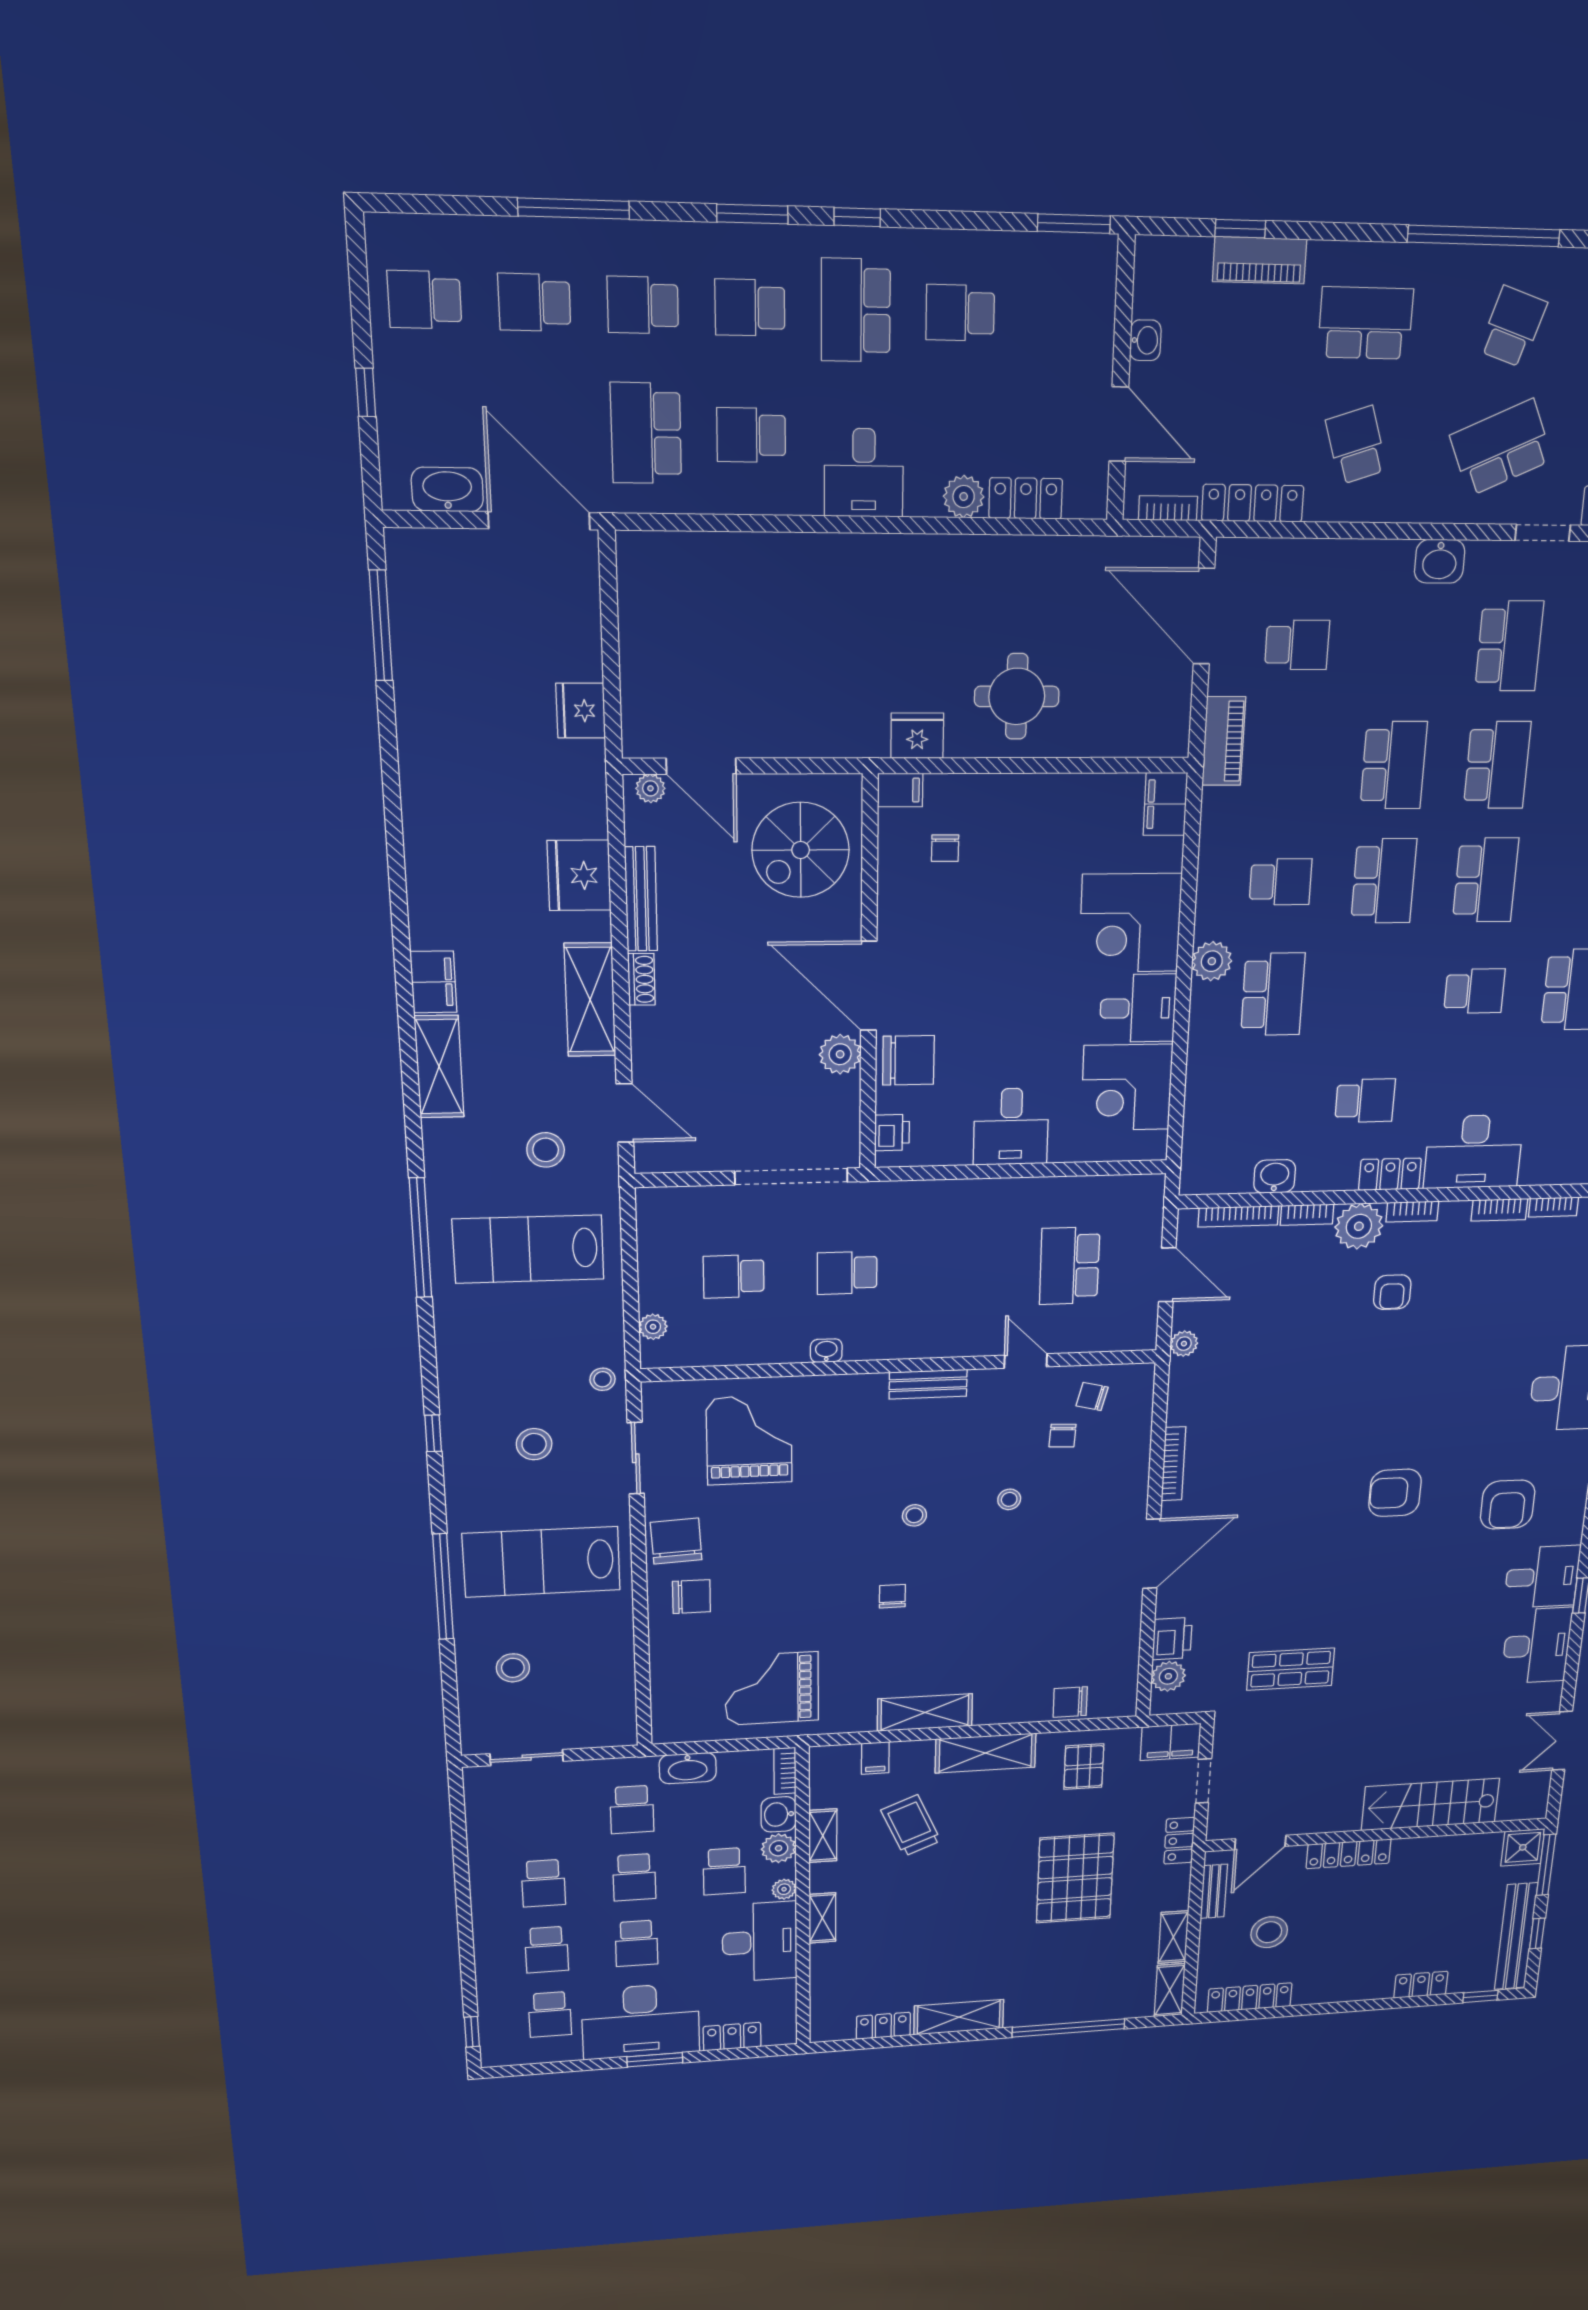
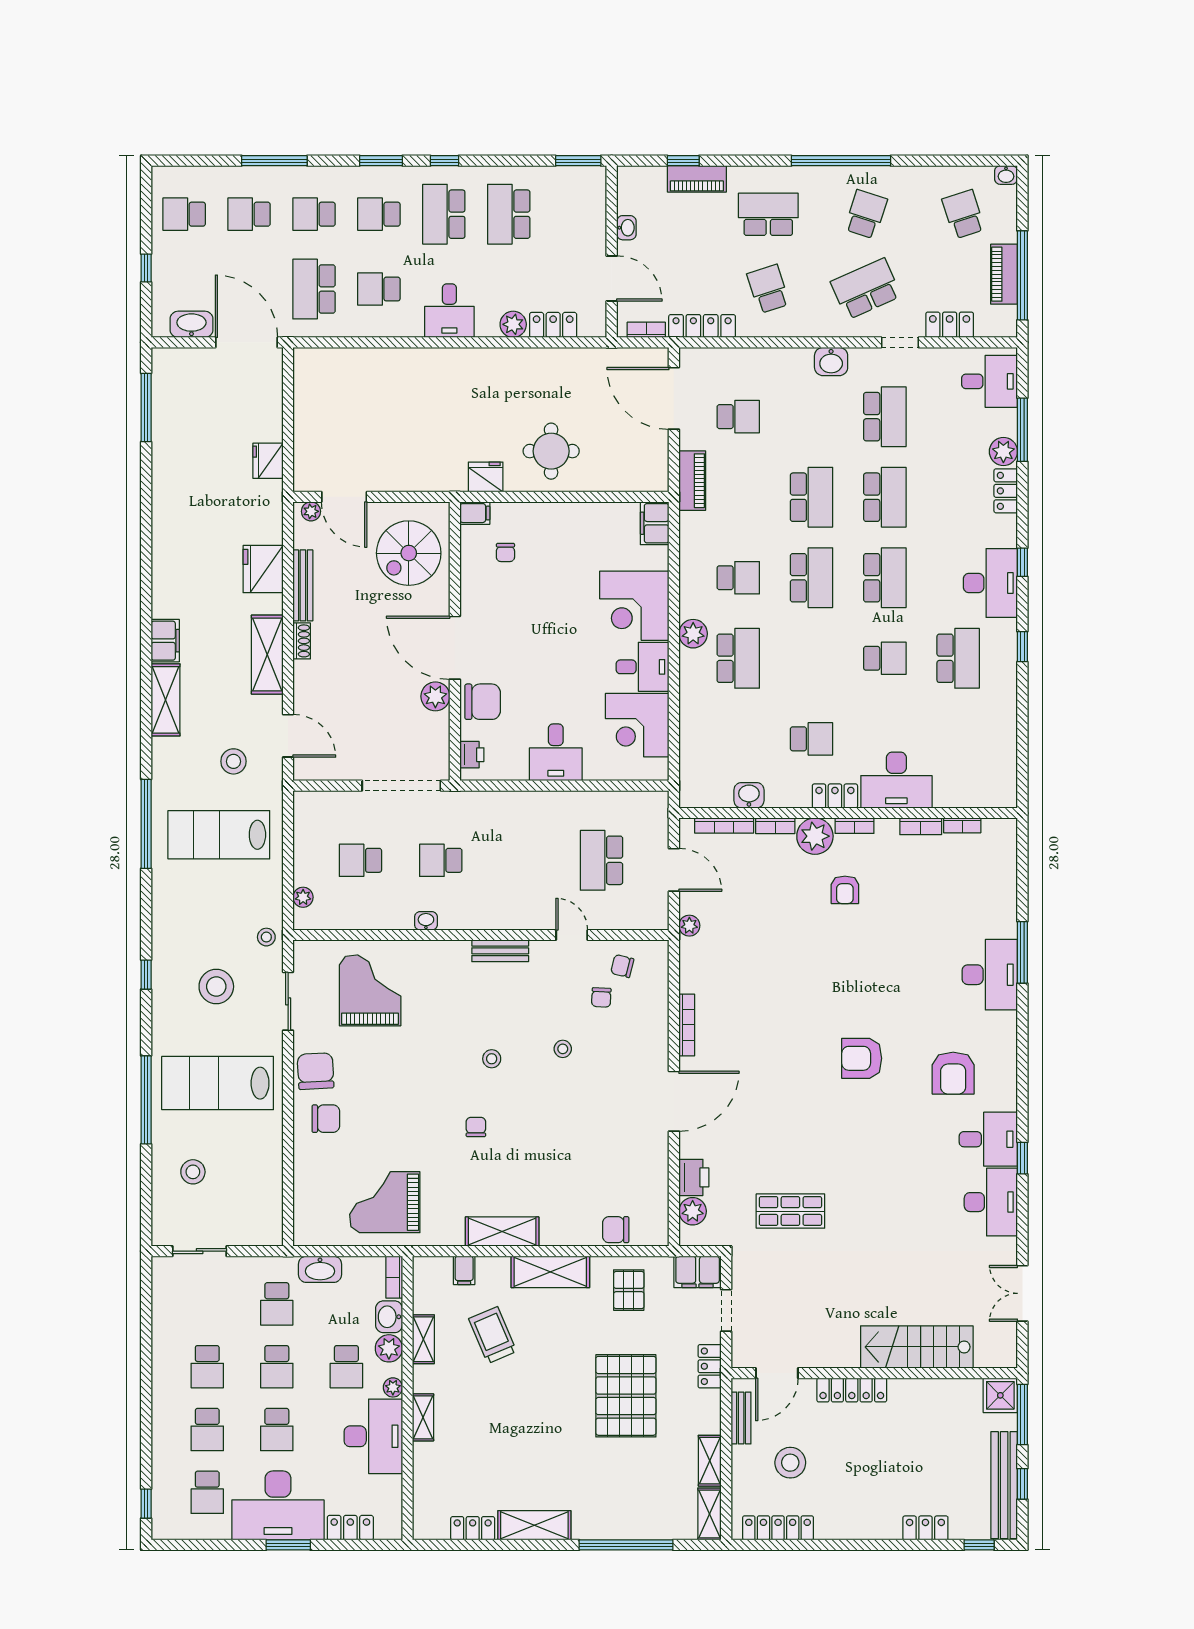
school desk: (960, 313) -> (509, 214), width x1.85
stool: (534, 1444) -> (216, 987), width x1.38, depth x1.38

